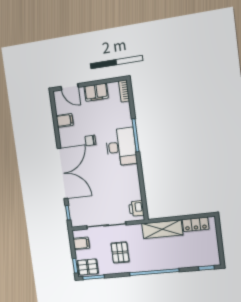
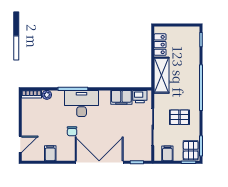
filing cabinet: (96, 92) -> (121, 97), moved, turned 90
plant: (125, 108) -> (47, 95), added

